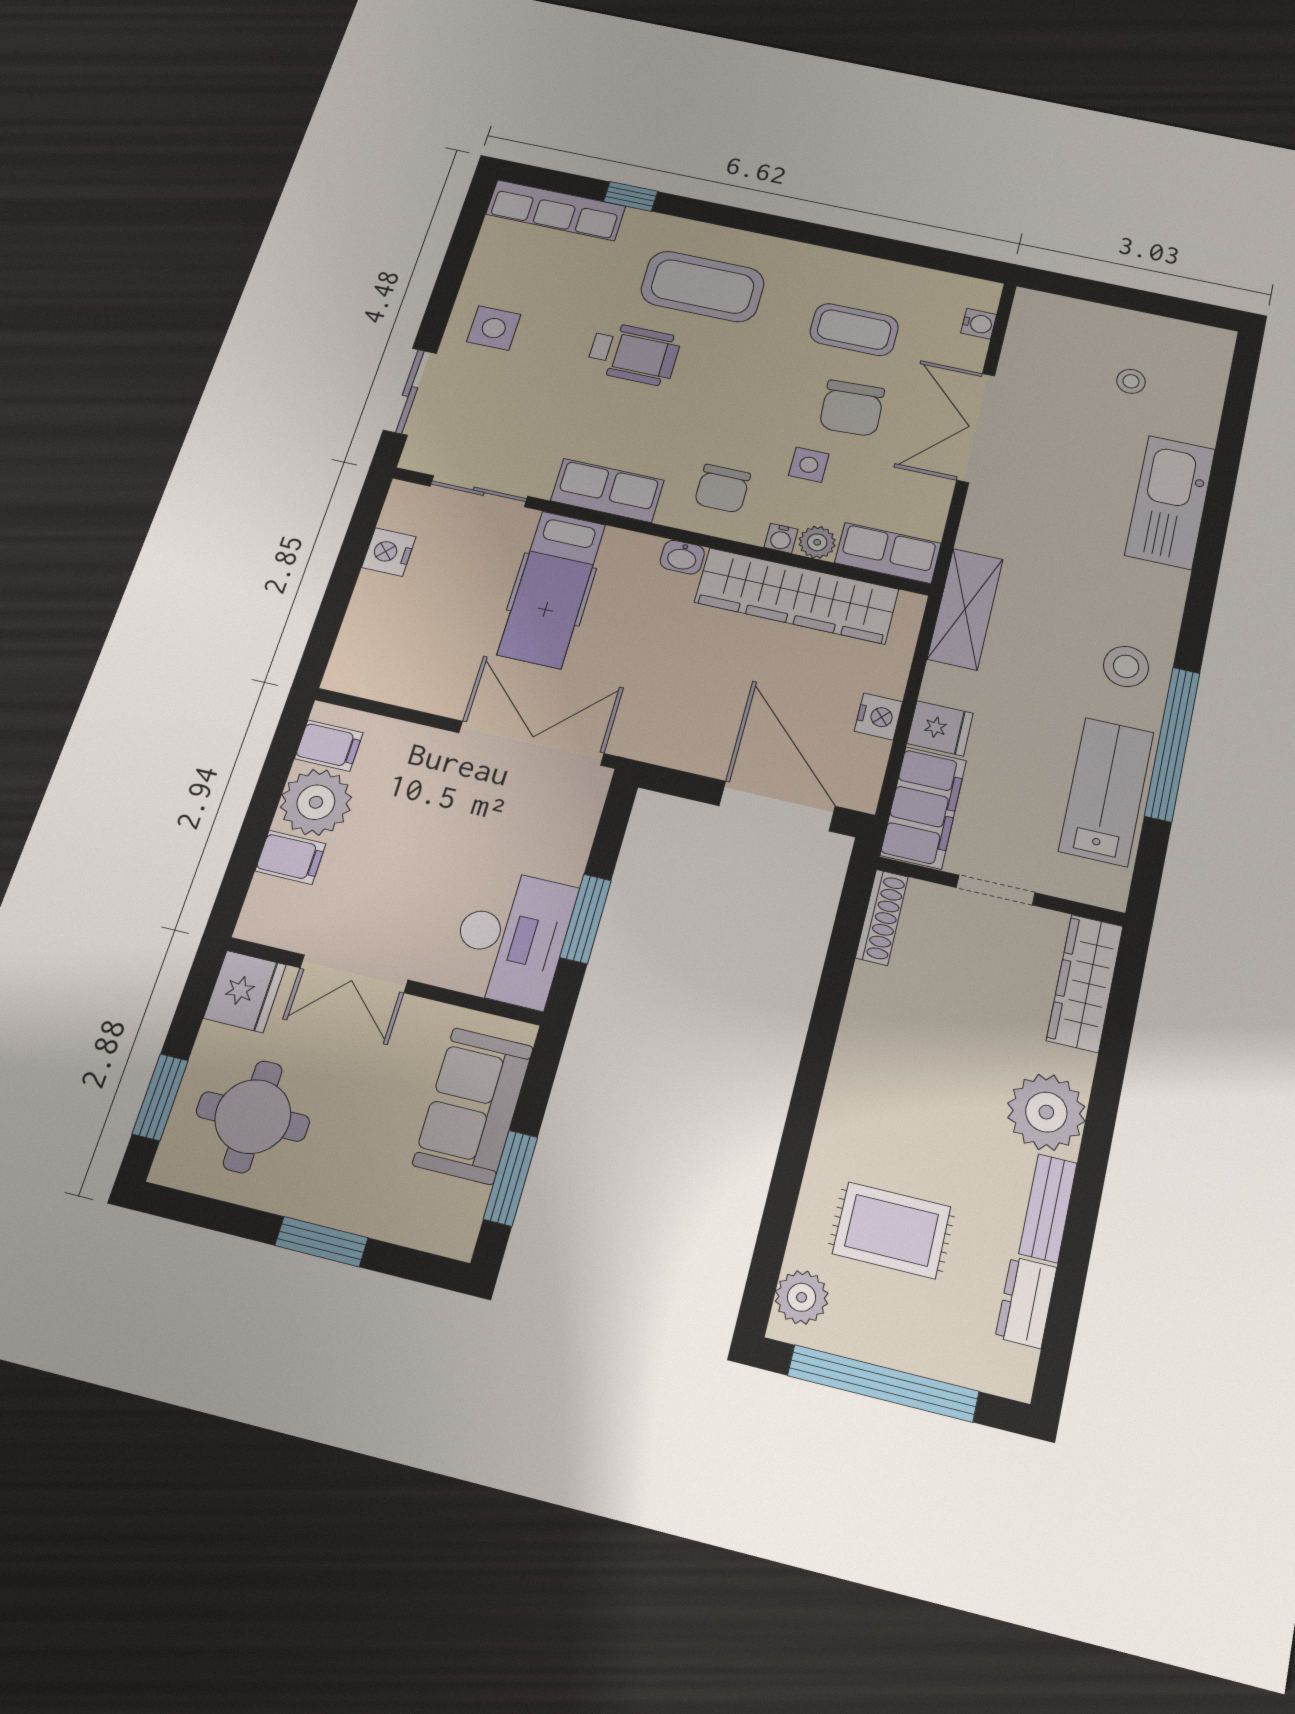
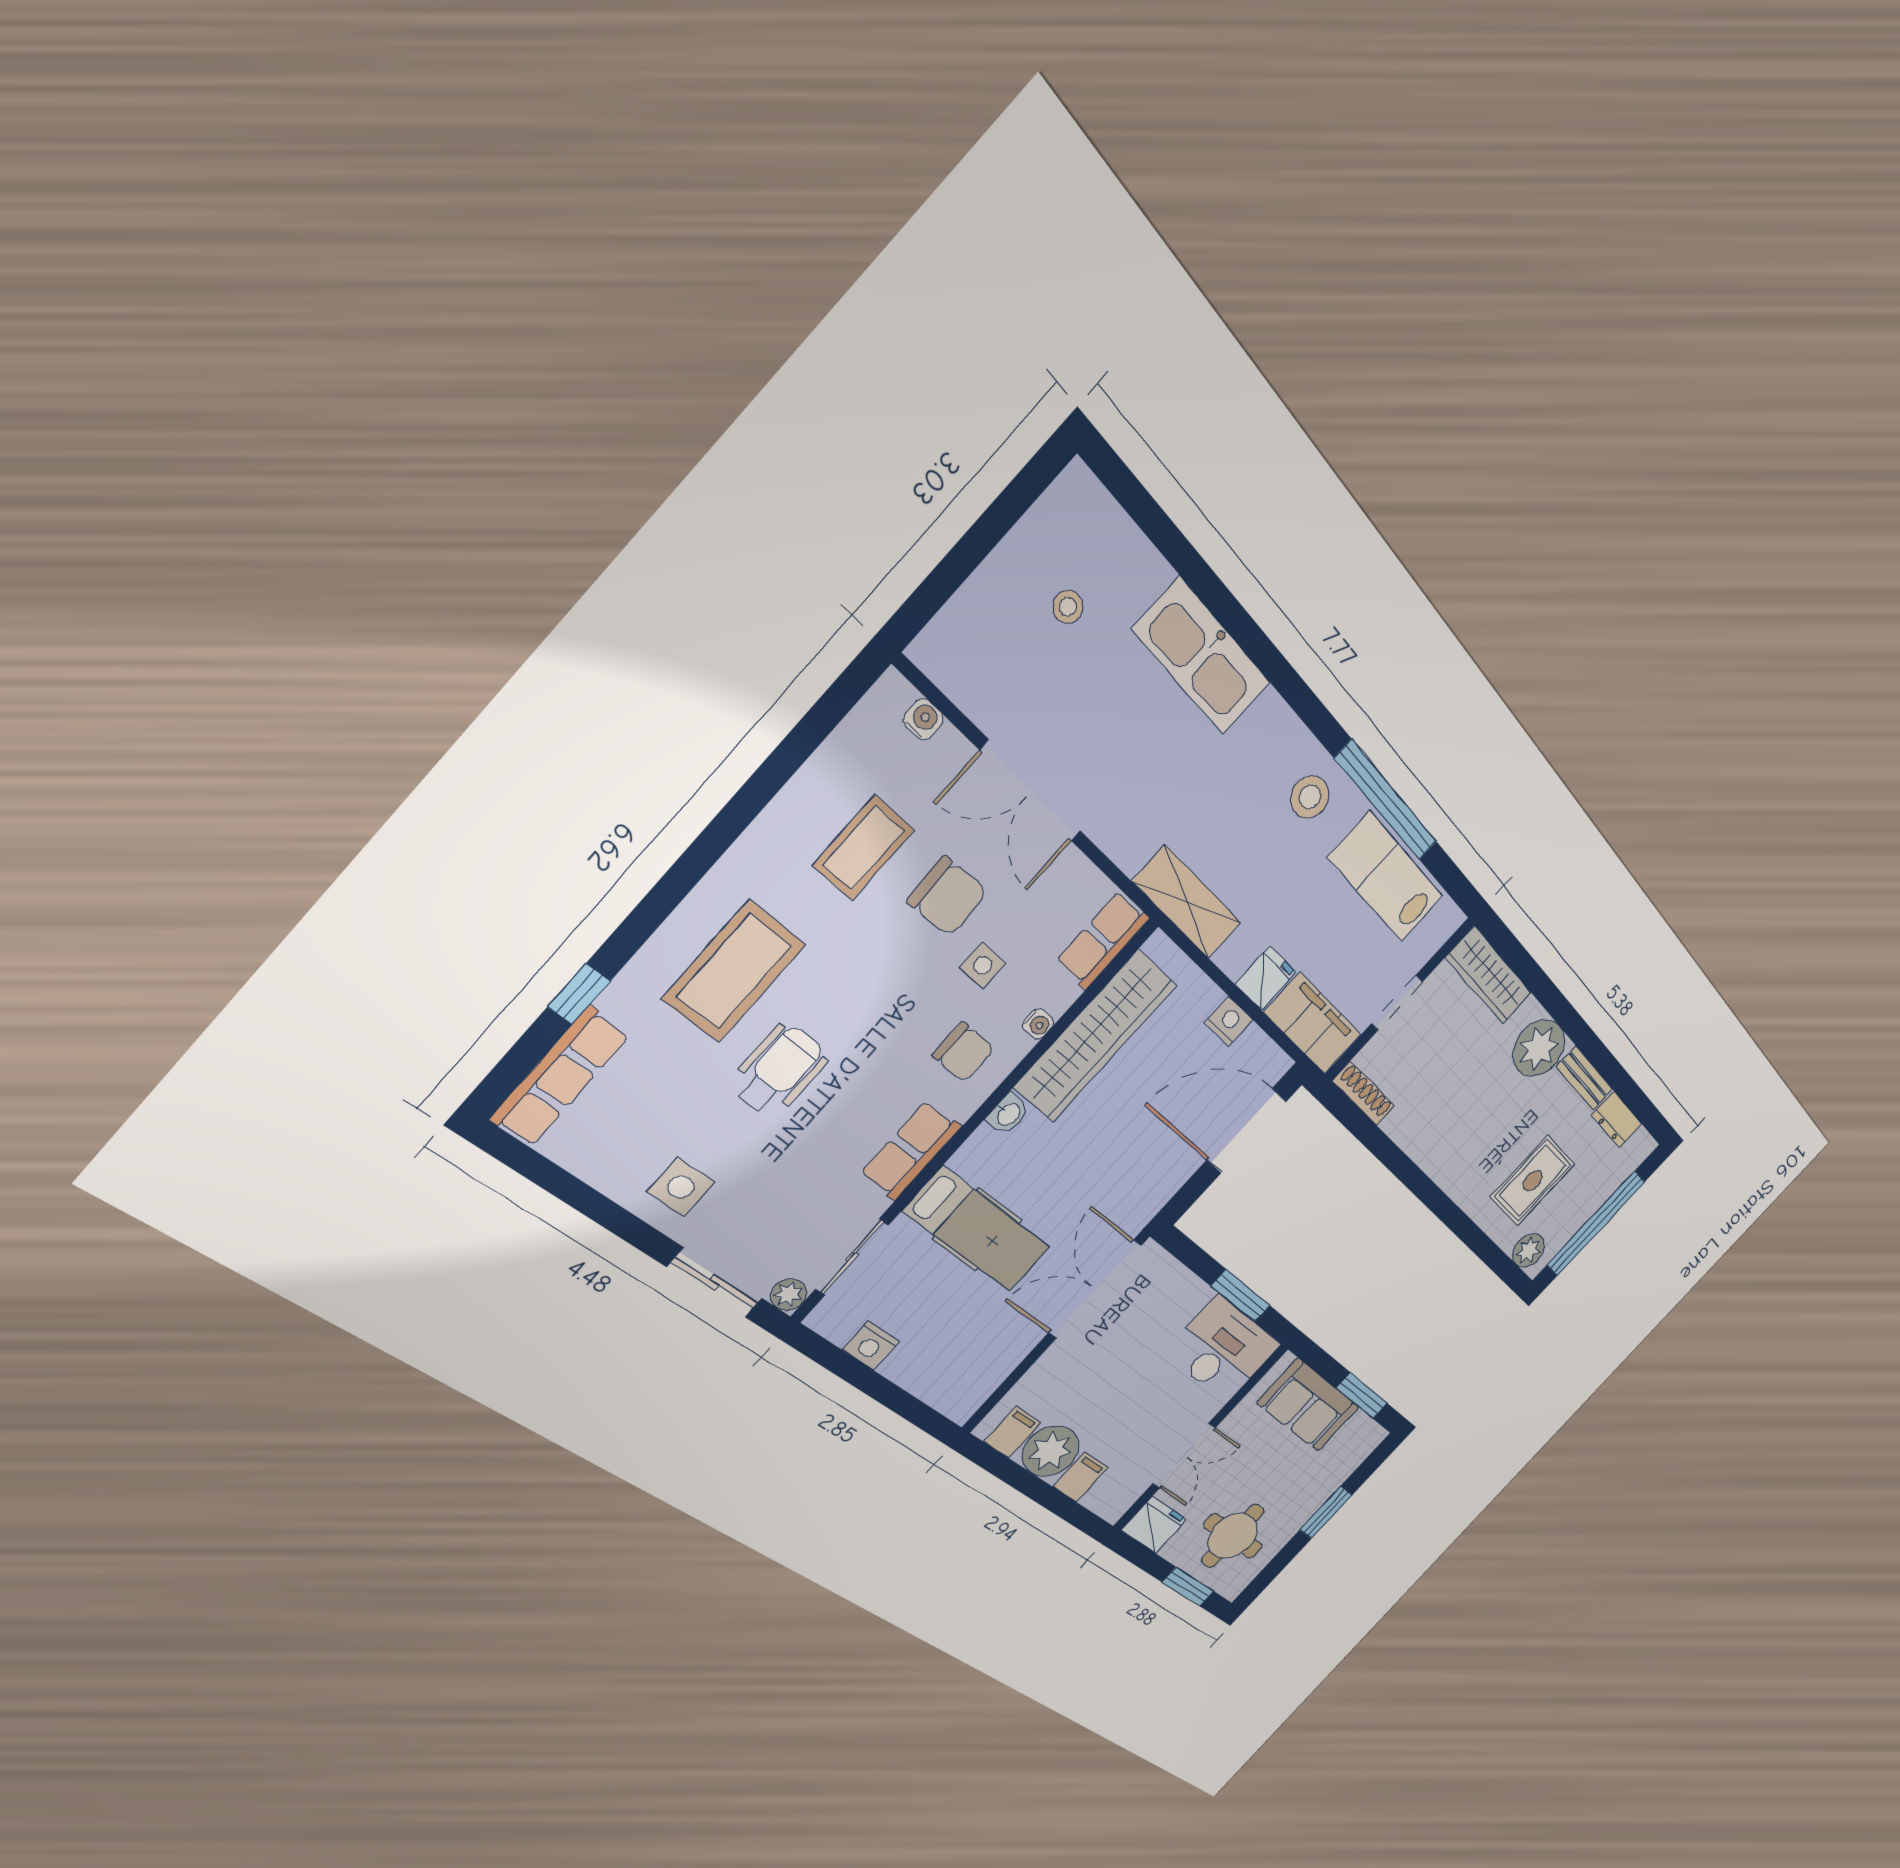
plant: (817, 542) -> (789, 1295), moved

